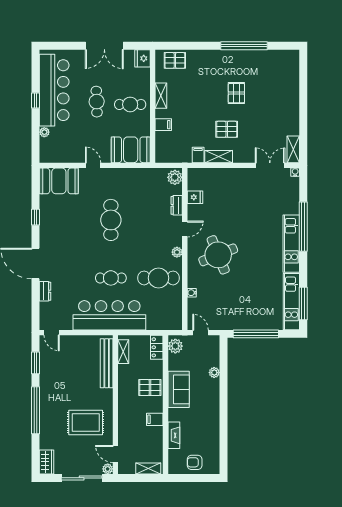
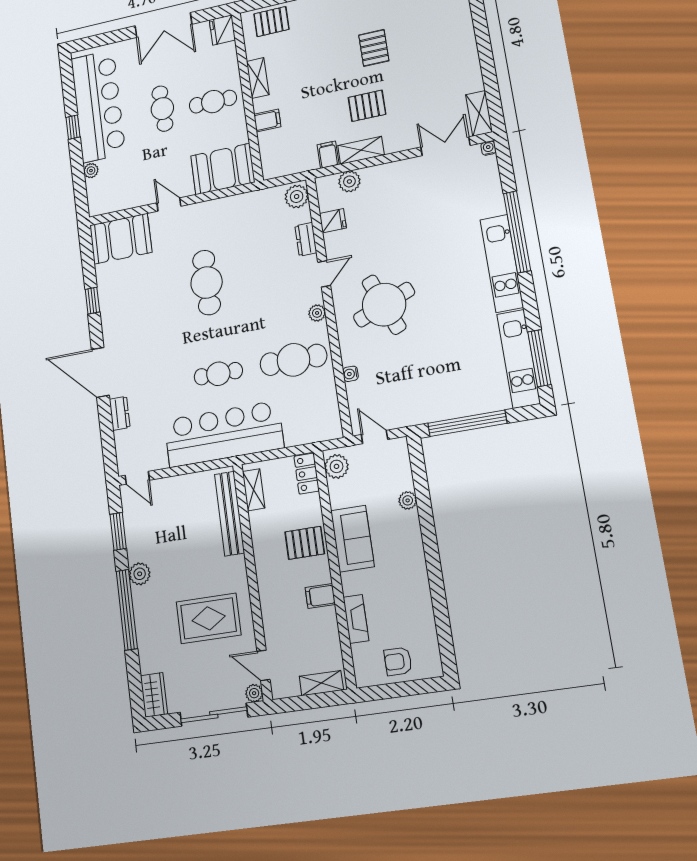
plant: (209, 175) -> (349, 181), added
plant: (46, 390) -> (140, 574), added

